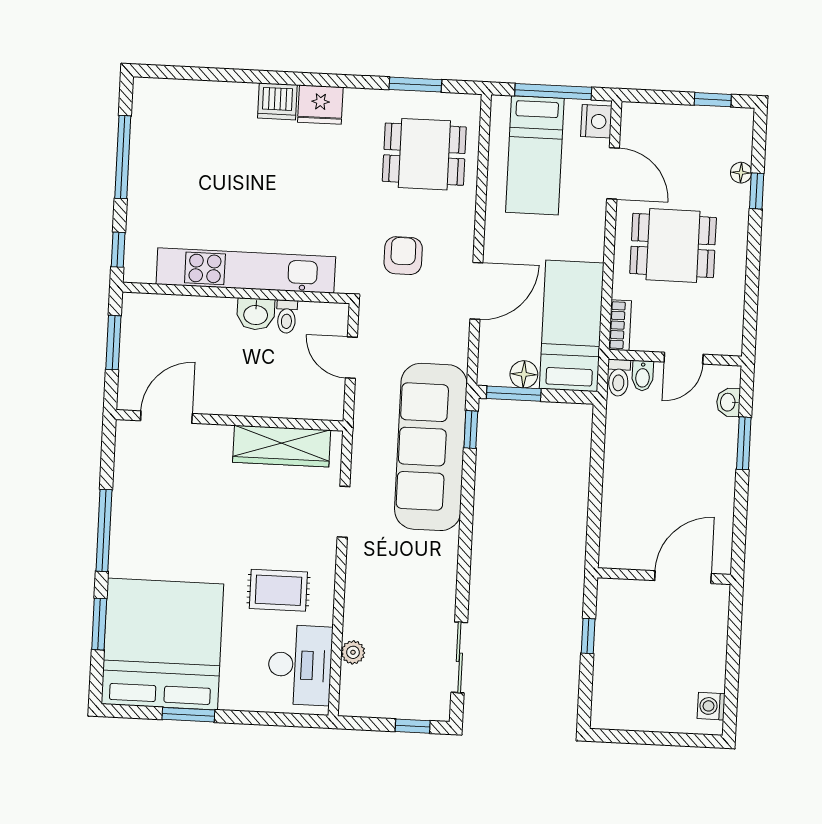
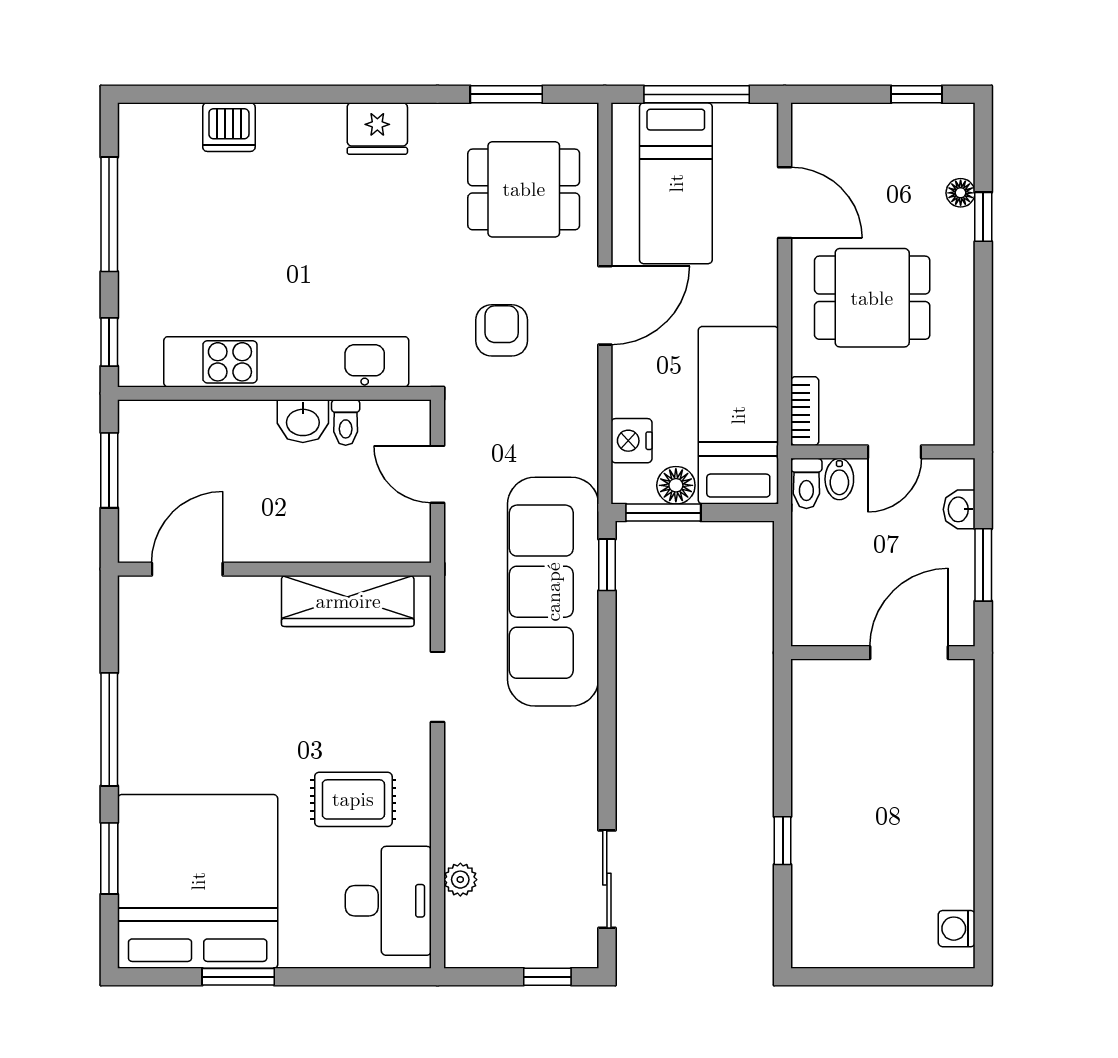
dishwasher: (277, 101) -> (229, 127), moved
nightstand: (596, 121) -> (632, 441), moved, turned 180
door: (476, 291) -> (605, 305), moved
wall: (664, 576) -> (883, 653), moved
door: (683, 577) -> (909, 653), moved

